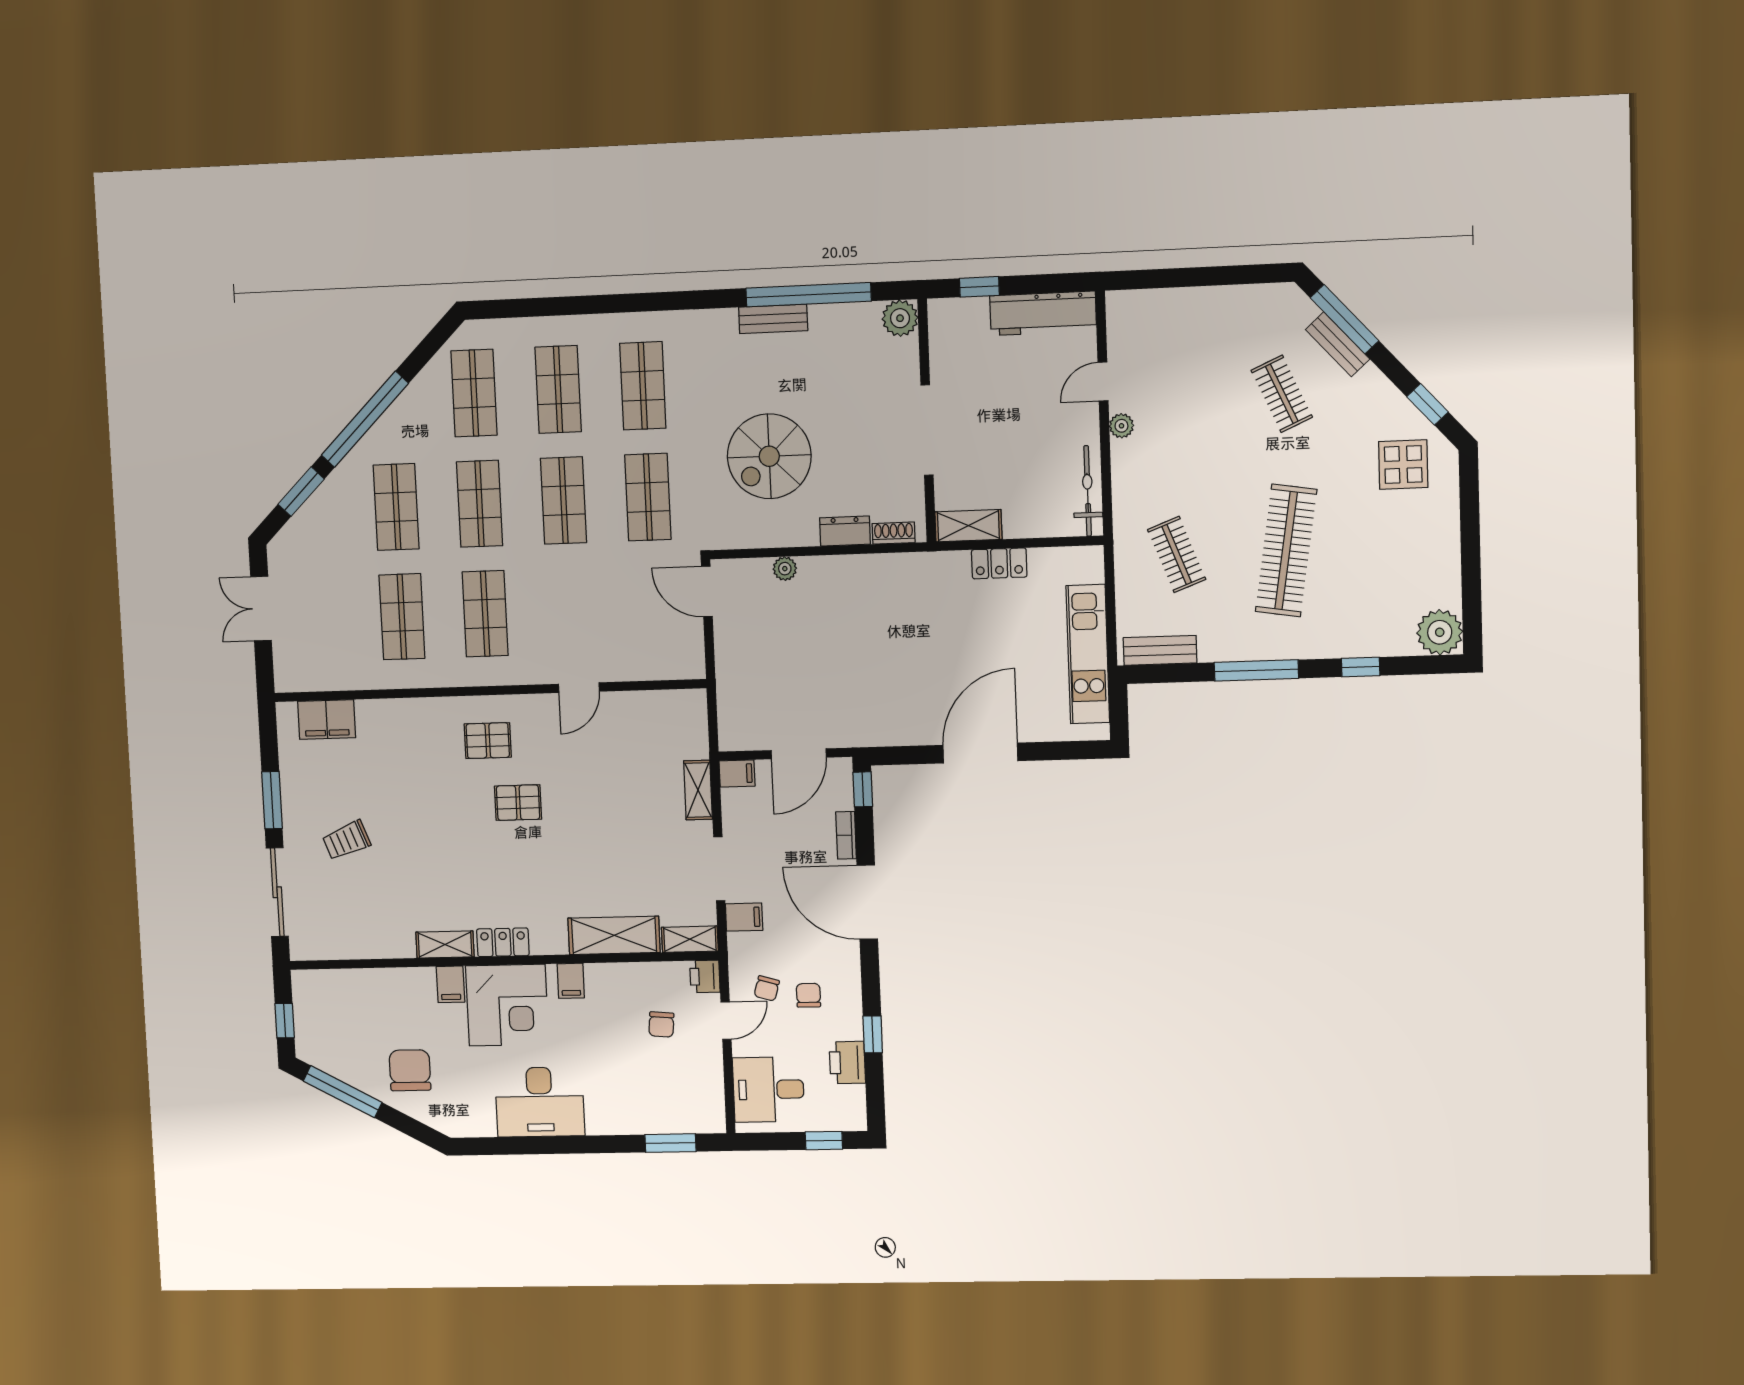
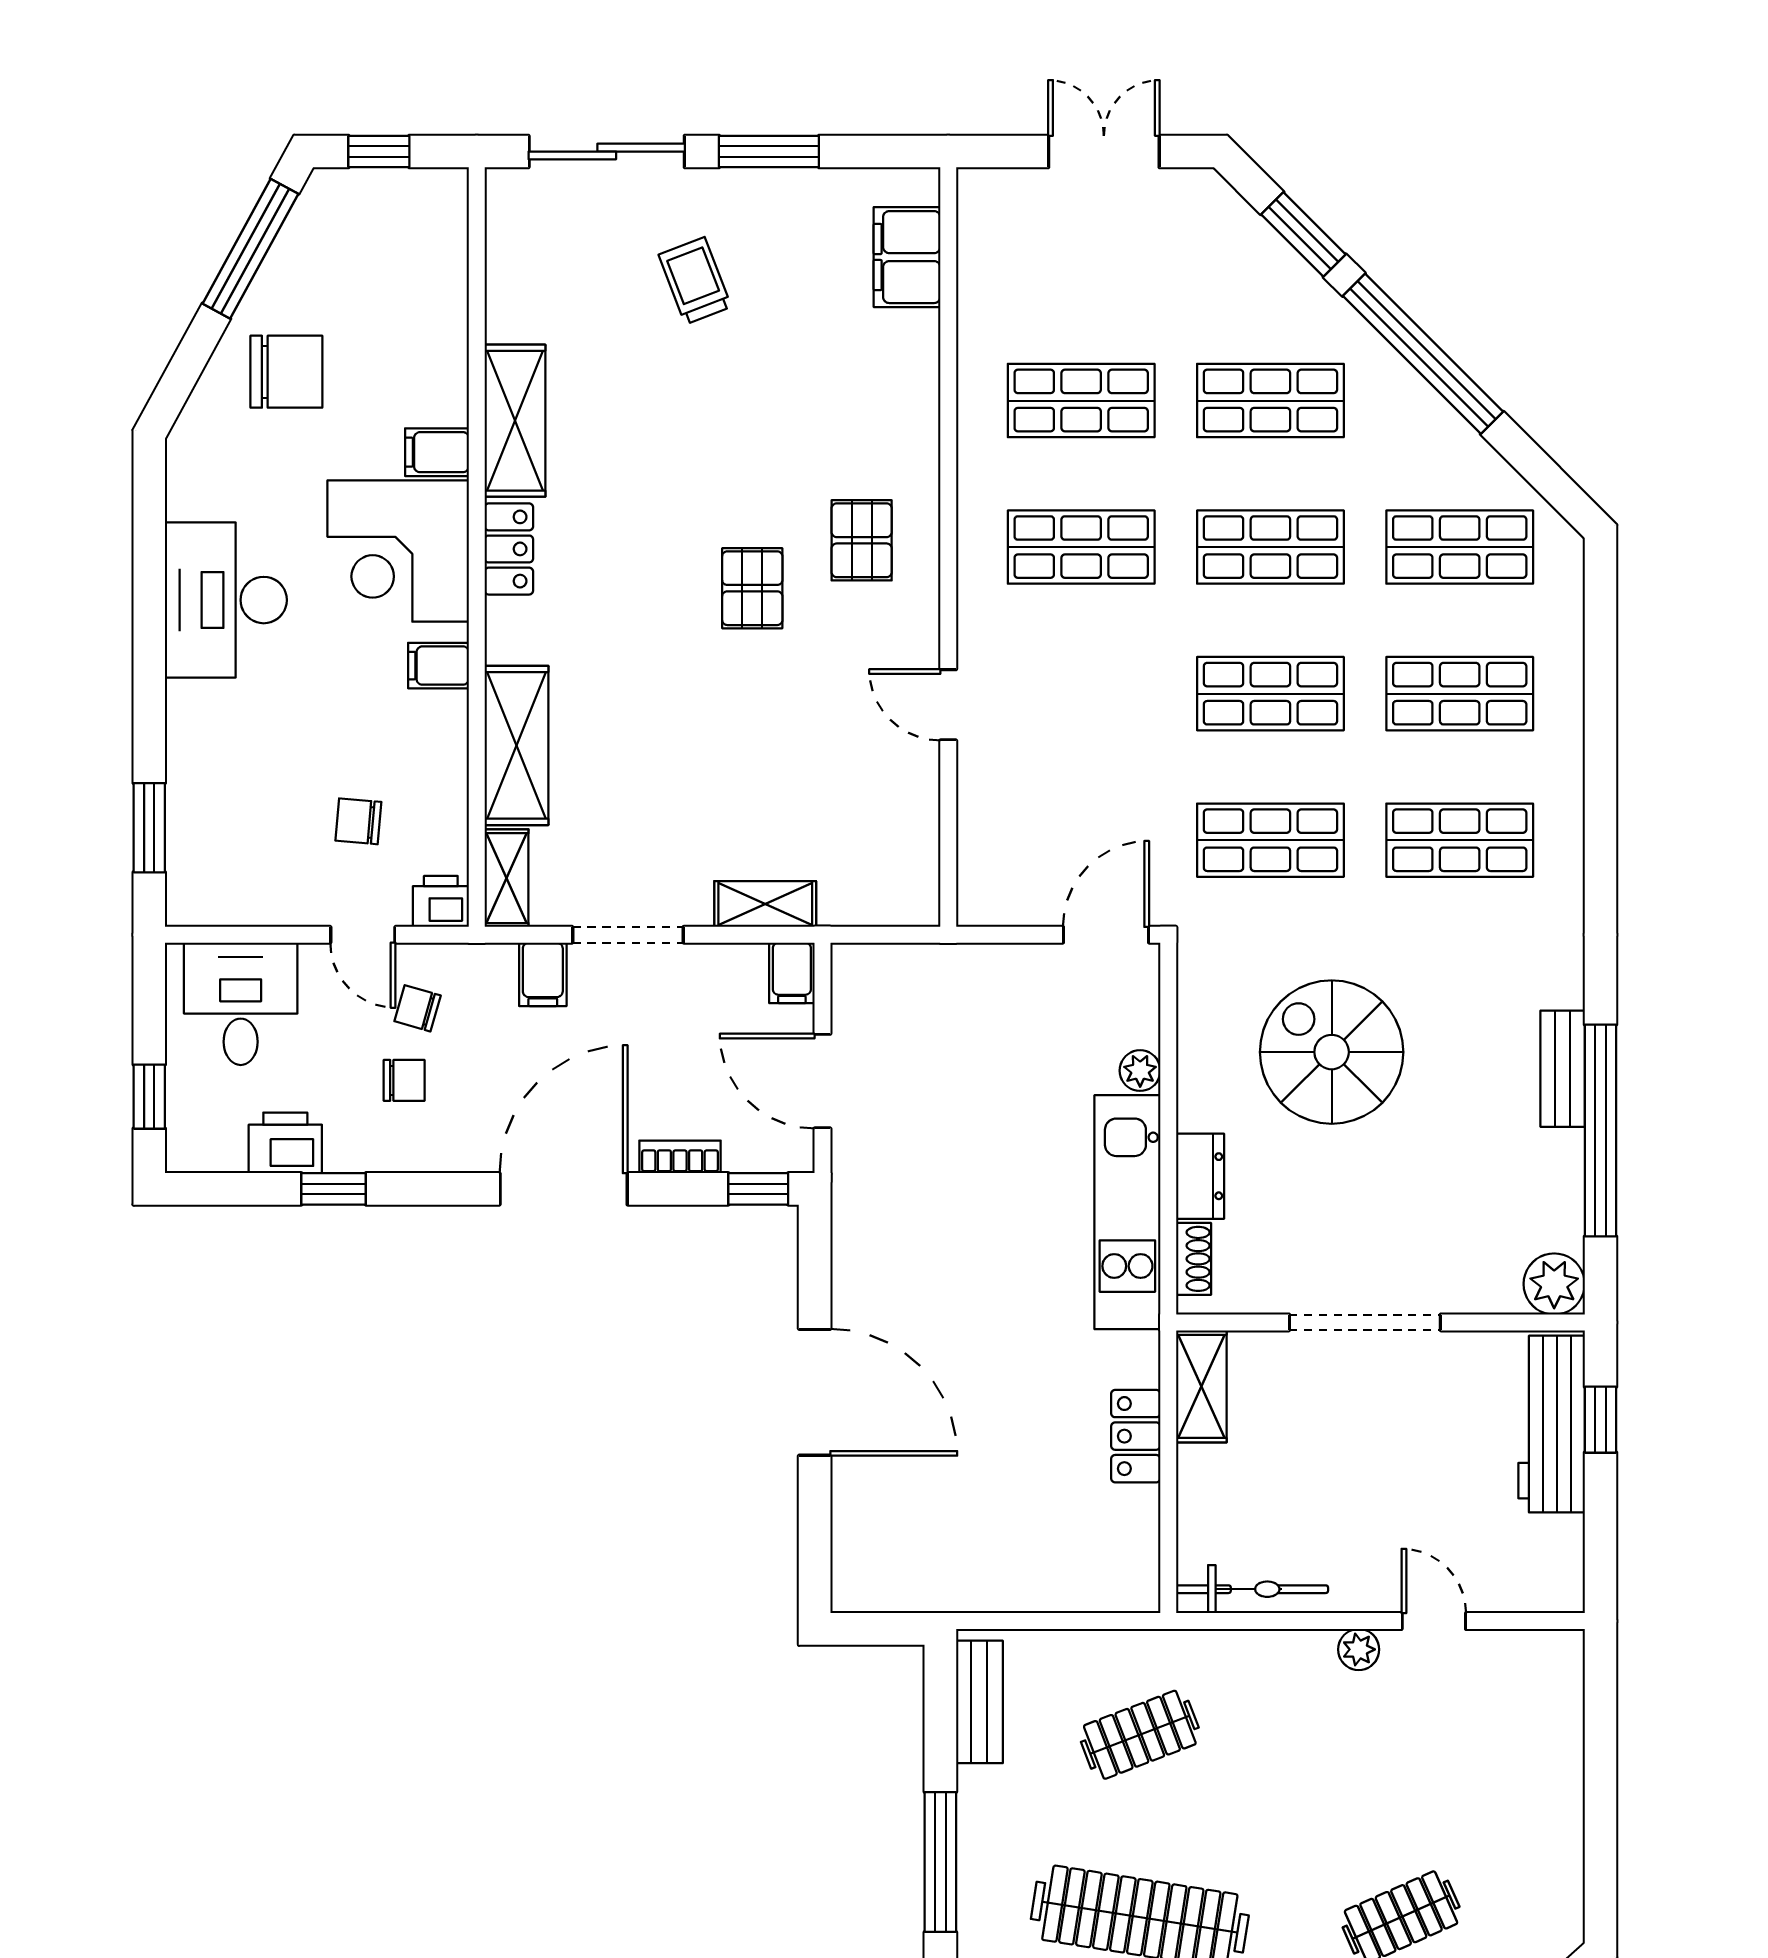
workbench: (1043, 313) -> (1552, 1424), moved
kitchen unit: (1088, 654) -> (1127, 1212), moved, turned -90
shelving: (445, 944) -> (515, 421), width x1.50, depth x1.33

